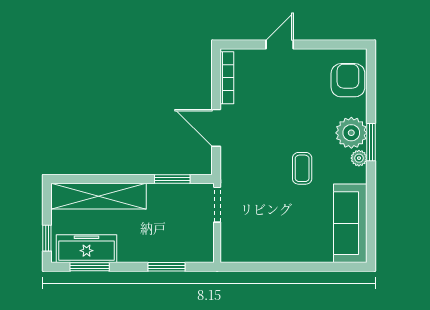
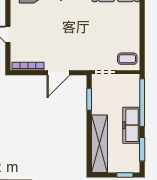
coffee table: (302, 168) -> (127, 59), moved
freezer: (87, 249) -> (131, 125), moved
window: (167, 267) -> (142, 103), width x2.11

